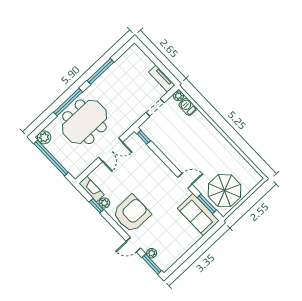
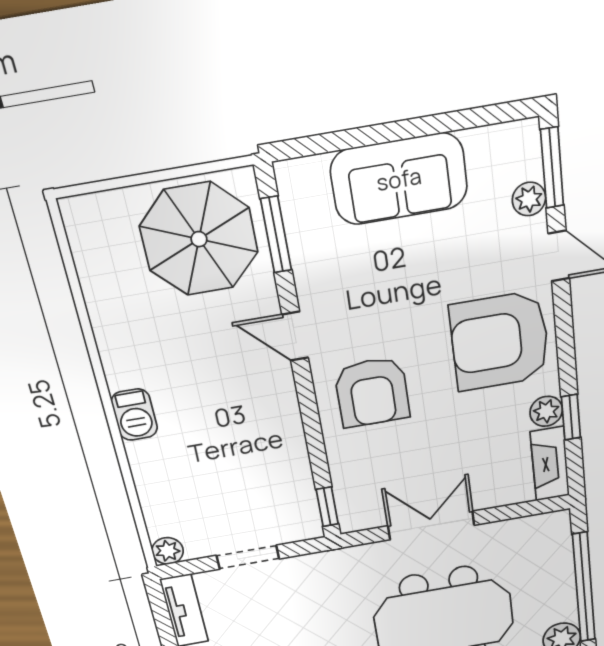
barbecue: (188, 107) -> (134, 415), moved
armchair: (155, 178) -> (372, 392), added
sofa: (198, 215) -> (399, 179), moved, turned 90

